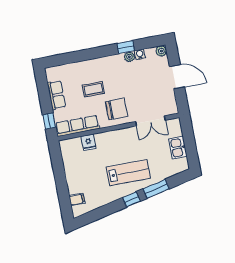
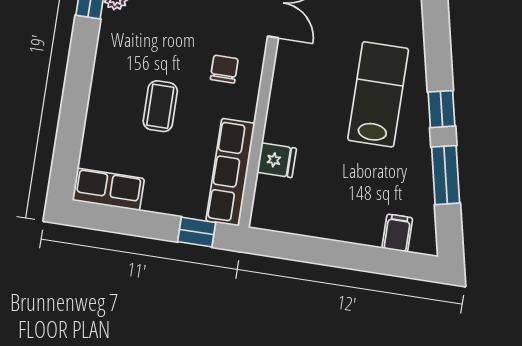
row of seats: (56, 95) -> (108, 189), moved
chair: (117, 109) -> (224, 69), width x0.54, depth x0.54
window: (156, 189) -> (446, 175), moved

